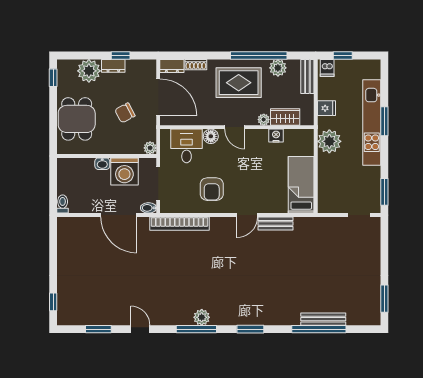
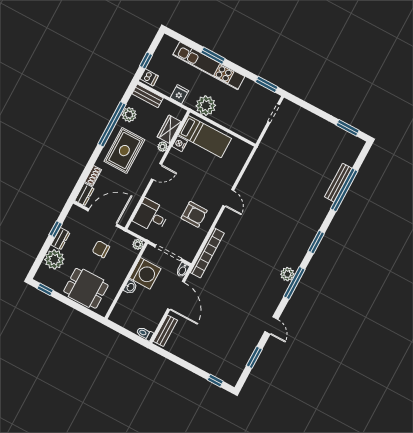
chair: (125, 113) -> (101, 249), turned 118
floor lamp: (211, 136) -> (154, 194), removed
bed: (301, 185) -> (205, 137), moved, turned 180
door: (119, 215) -> (176, 296), hinge flipped
bench: (276, 224) -> (165, 331), moved
door: (140, 329) -> (271, 325), swing flipped

